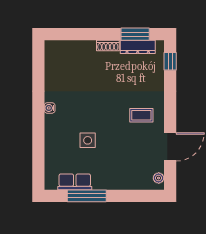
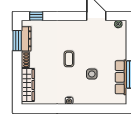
wardrobe: (72, 49) -> (28, 85), added
coffee table: (141, 115) -> (69, 59), moved
row of seats: (75, 182) -> (121, 77), width x1.48

